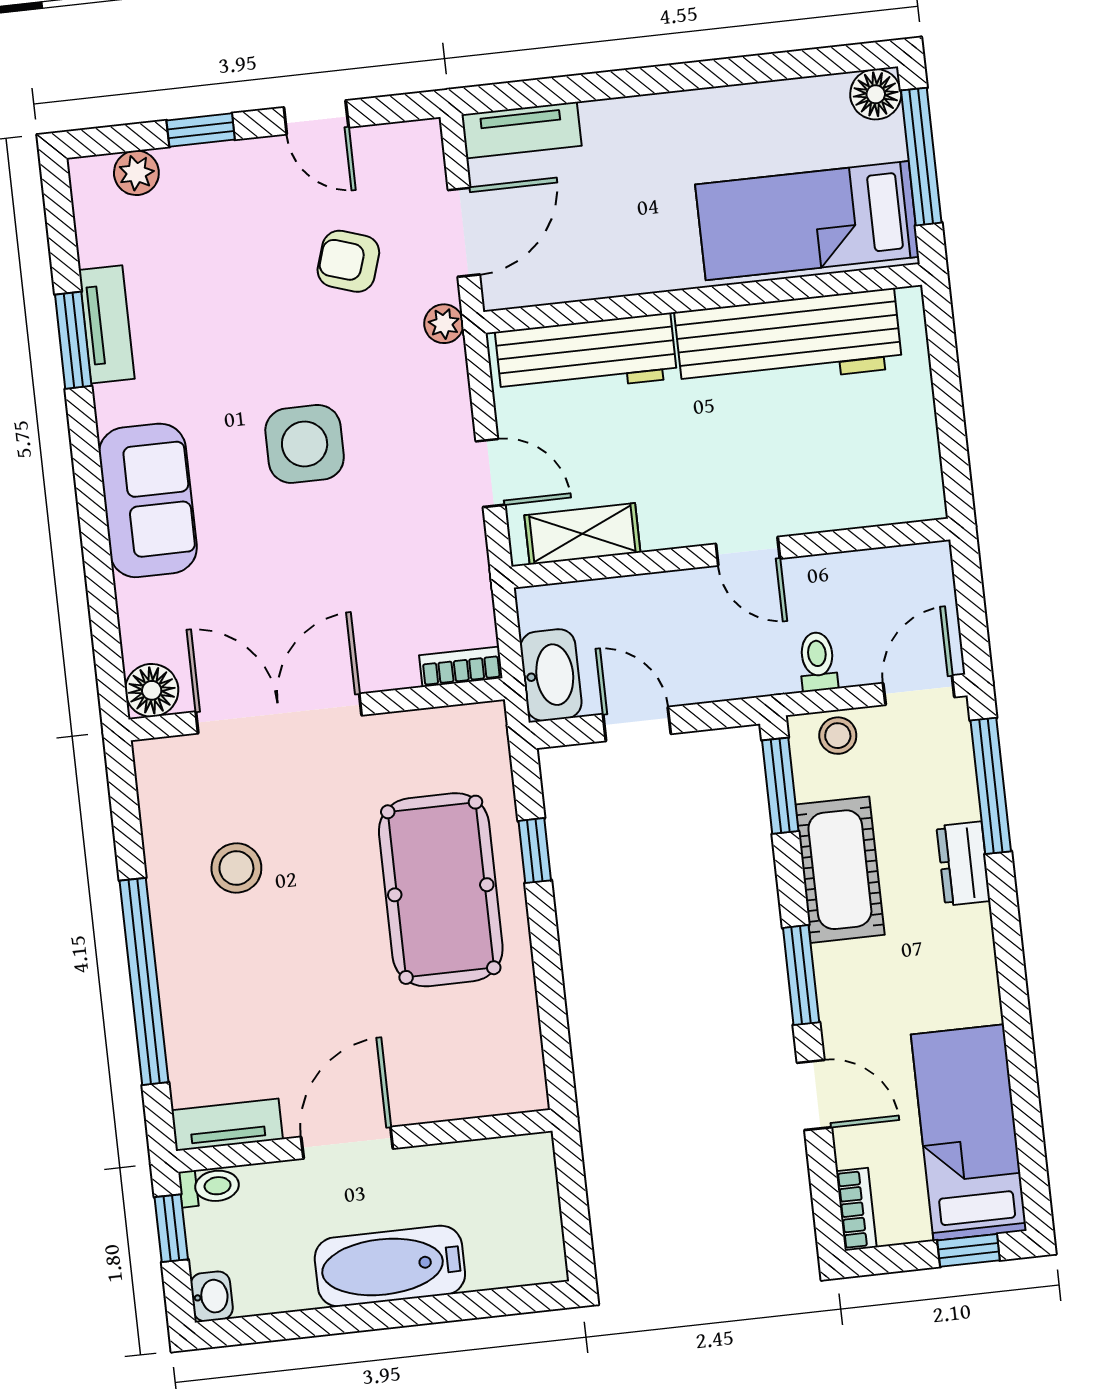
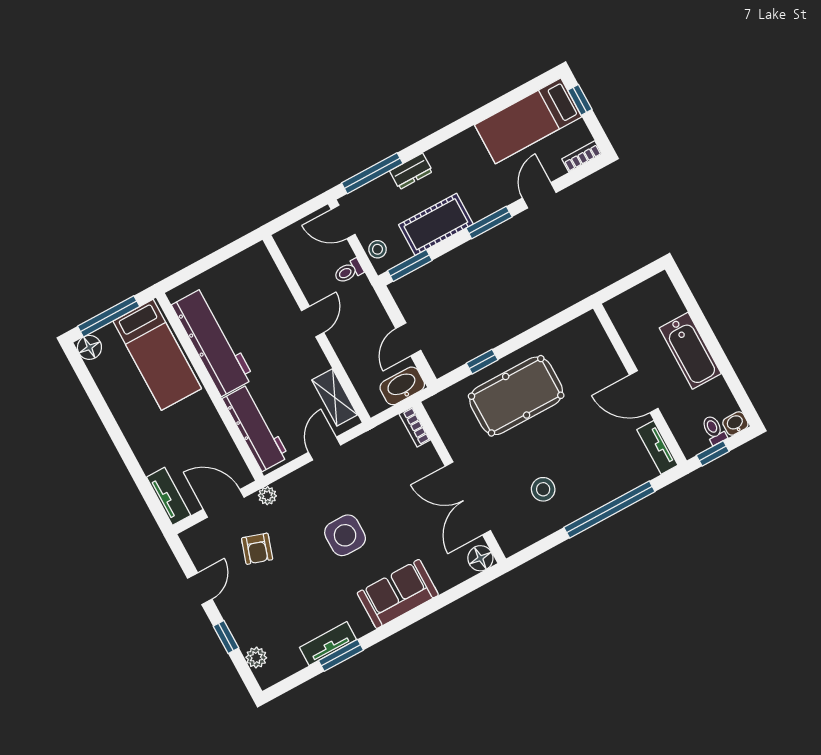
toilet: (209, 1187) -> (714, 430), moved

